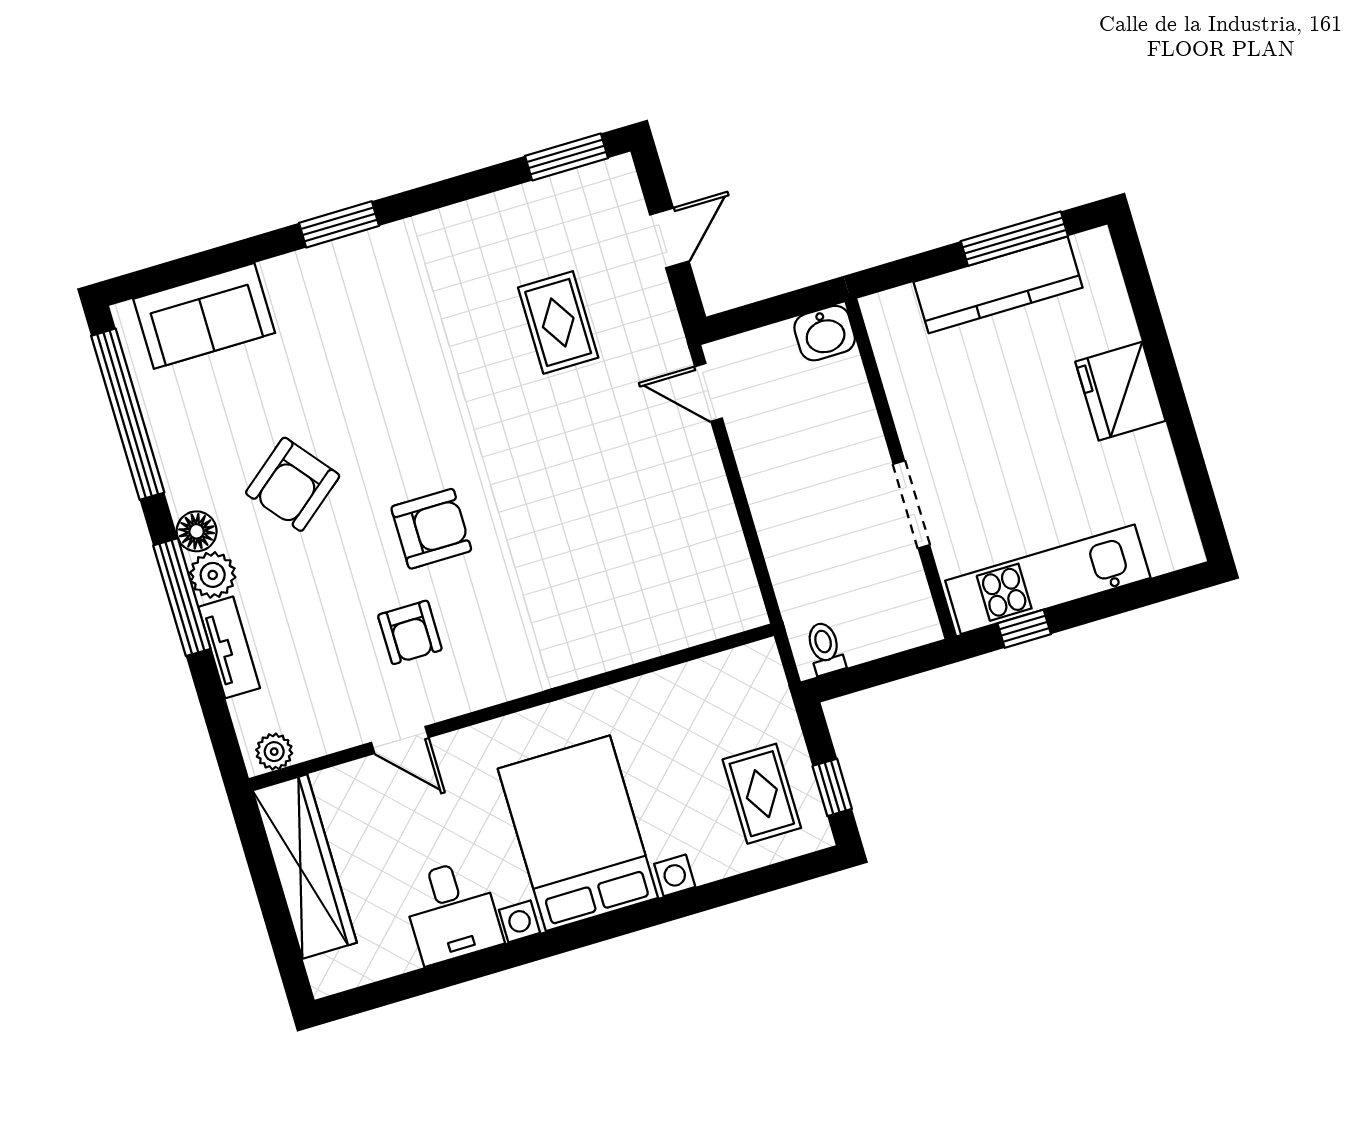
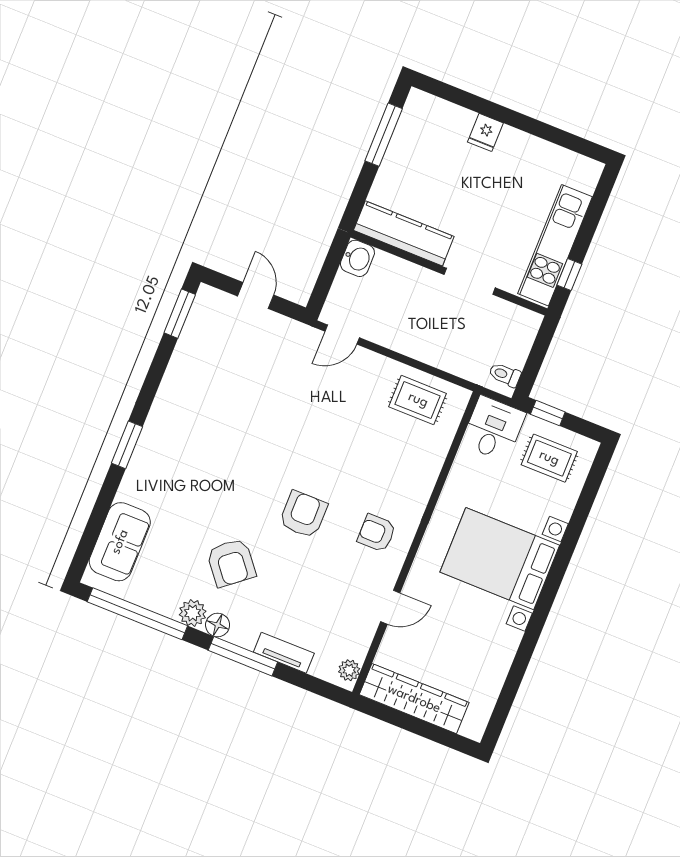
kitchen counter: (998, 285) -> (404, 233), moved, turned -90
rug: (558, 322) -> (418, 400), moved
fridge: (1120, 391) -> (485, 132), width x0.53, depth x0.75
plant: (213, 575) -> (193, 613), moved
armchair: (410, 632) -> (377, 533), moved, turned 180
window: (832, 787) -> (548, 413), moved
desk: (452, 912) -> (493, 429), moved, turned -90

